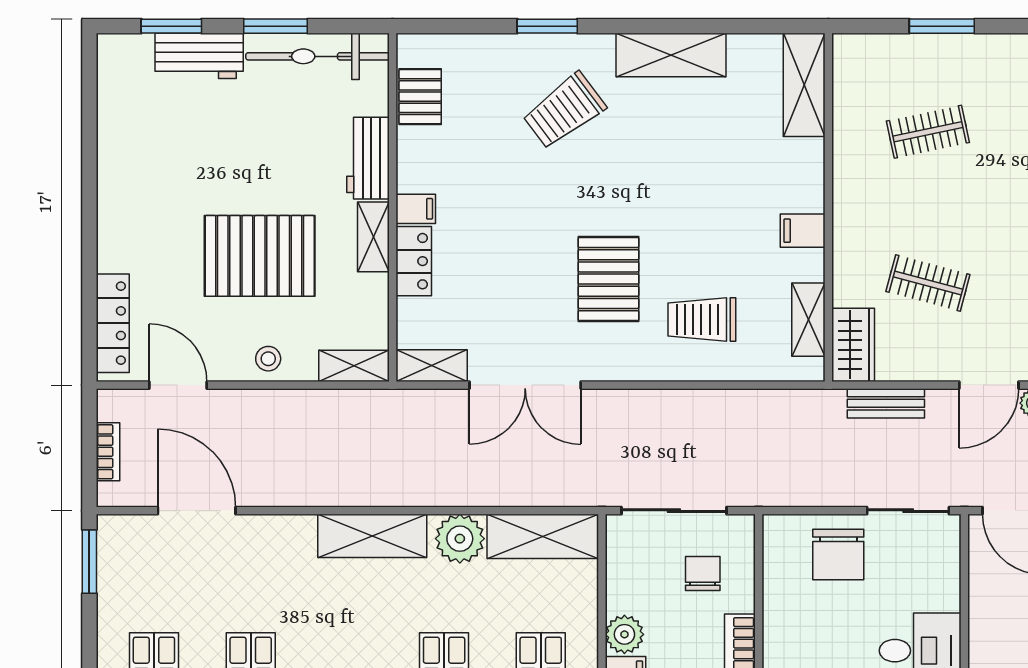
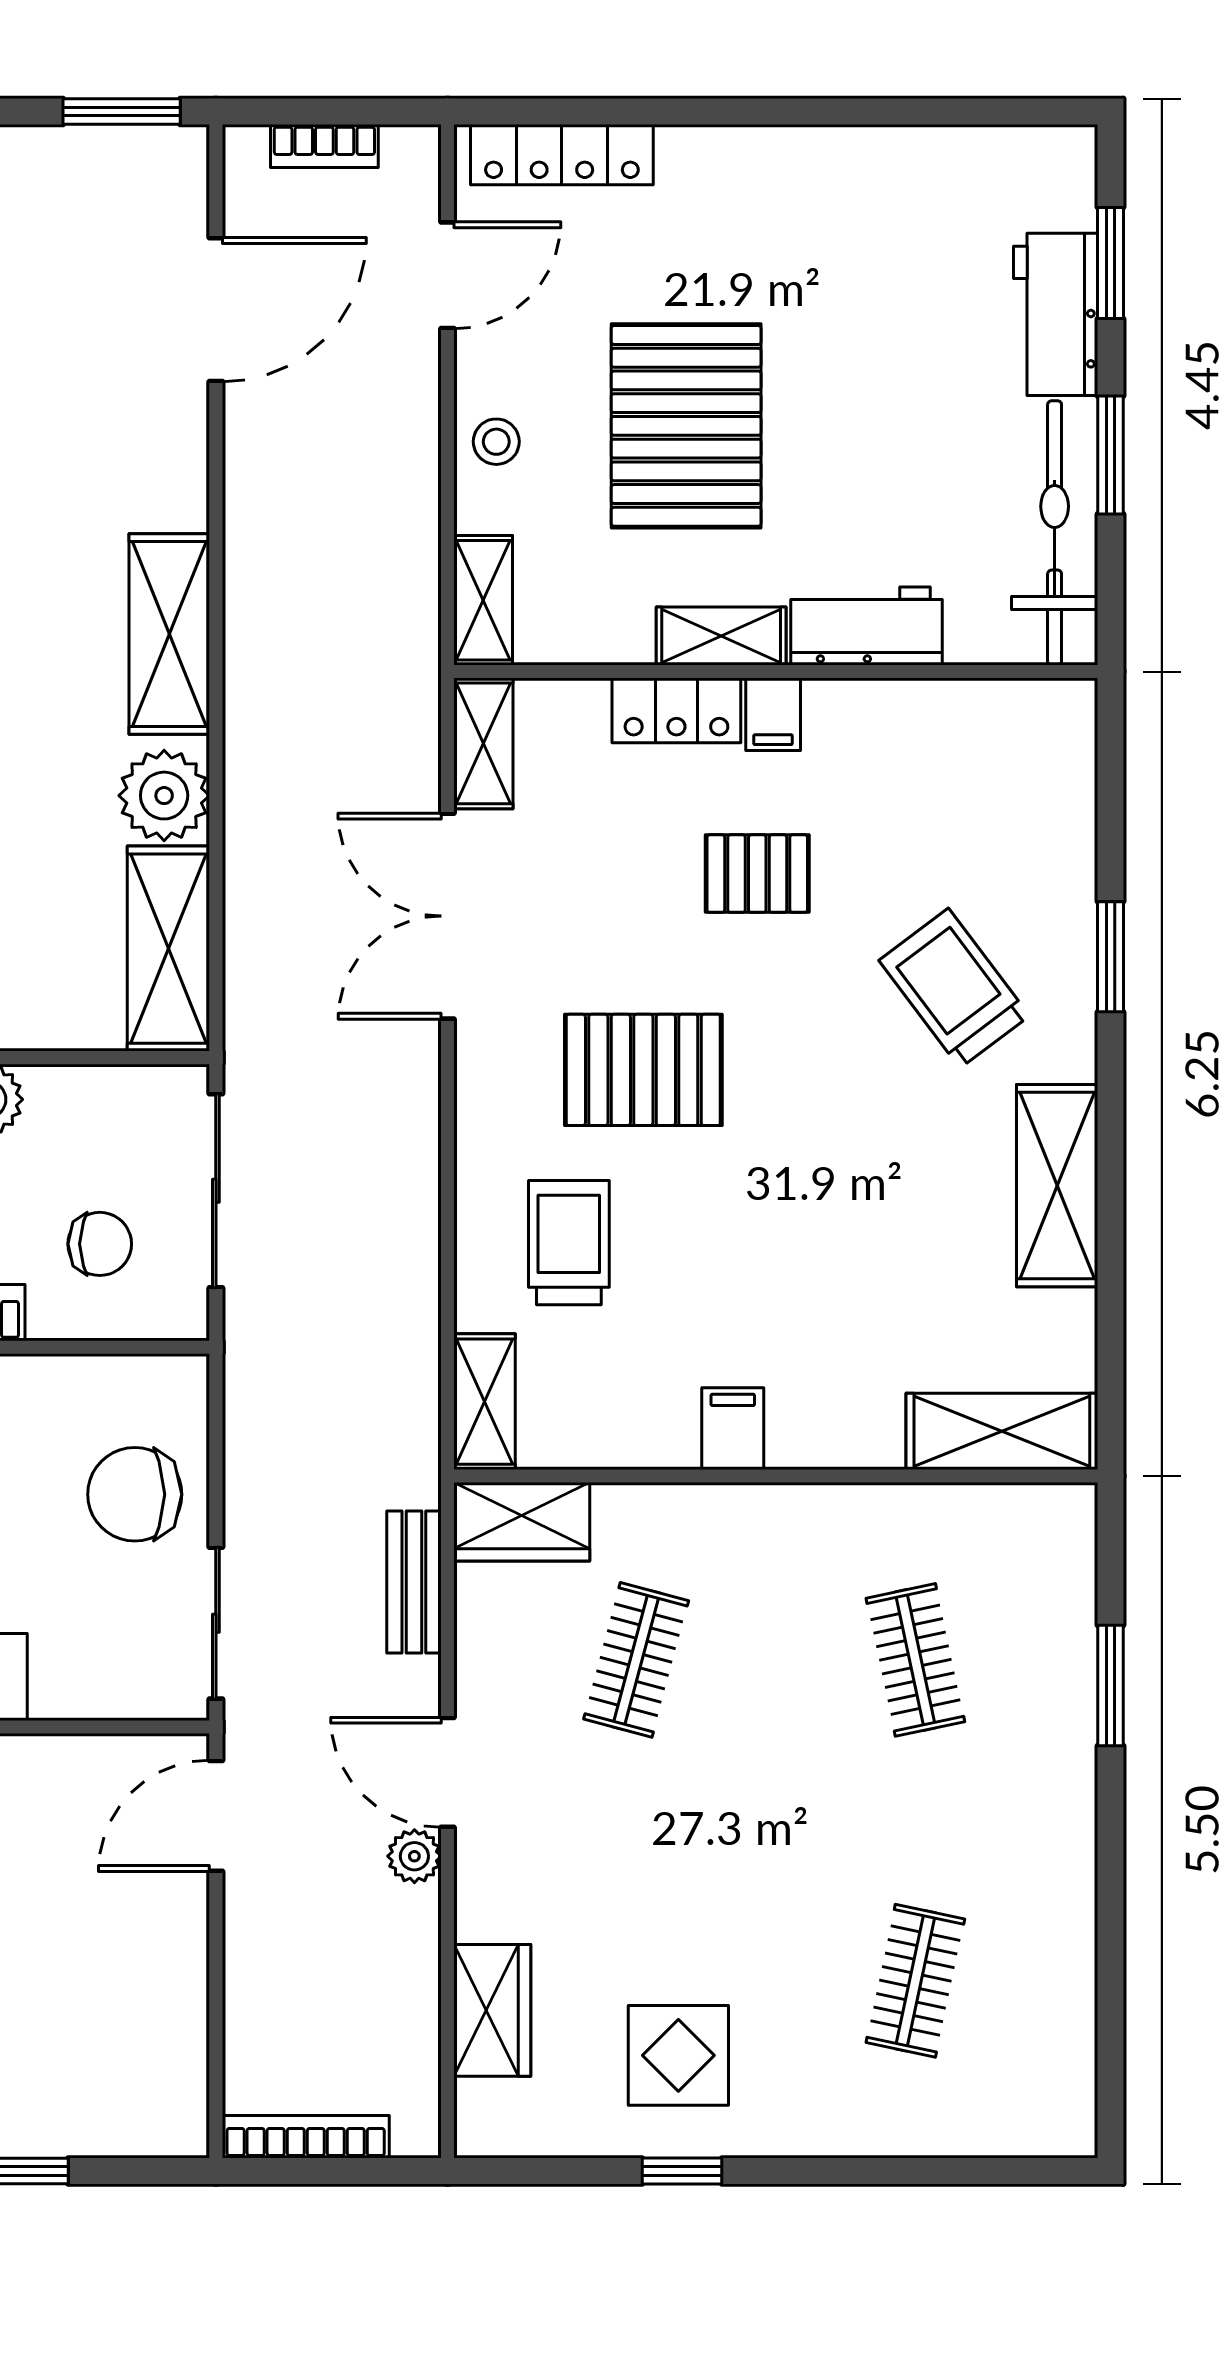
pallet: (420, 97) -> (757, 874), moved
shelving: (808, 320) -> (485, 1402), moved, turned 90

